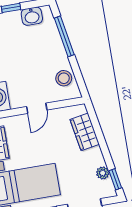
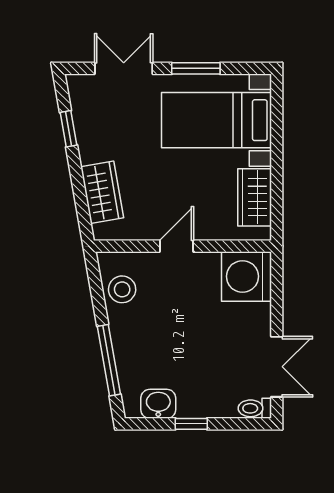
plant: (103, 173) -> (83, 117), removed
window: (115, 179) -> (69, 129), moved

